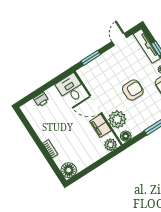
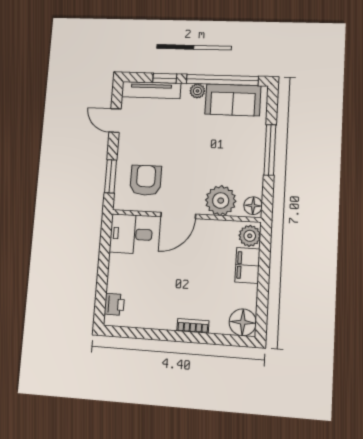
armchair: (133, 90) -> (146, 180), moved
printer: (41, 100) -> (114, 304), moved
filing cabinet: (100, 126) -> (247, 265), moved, turned 90

